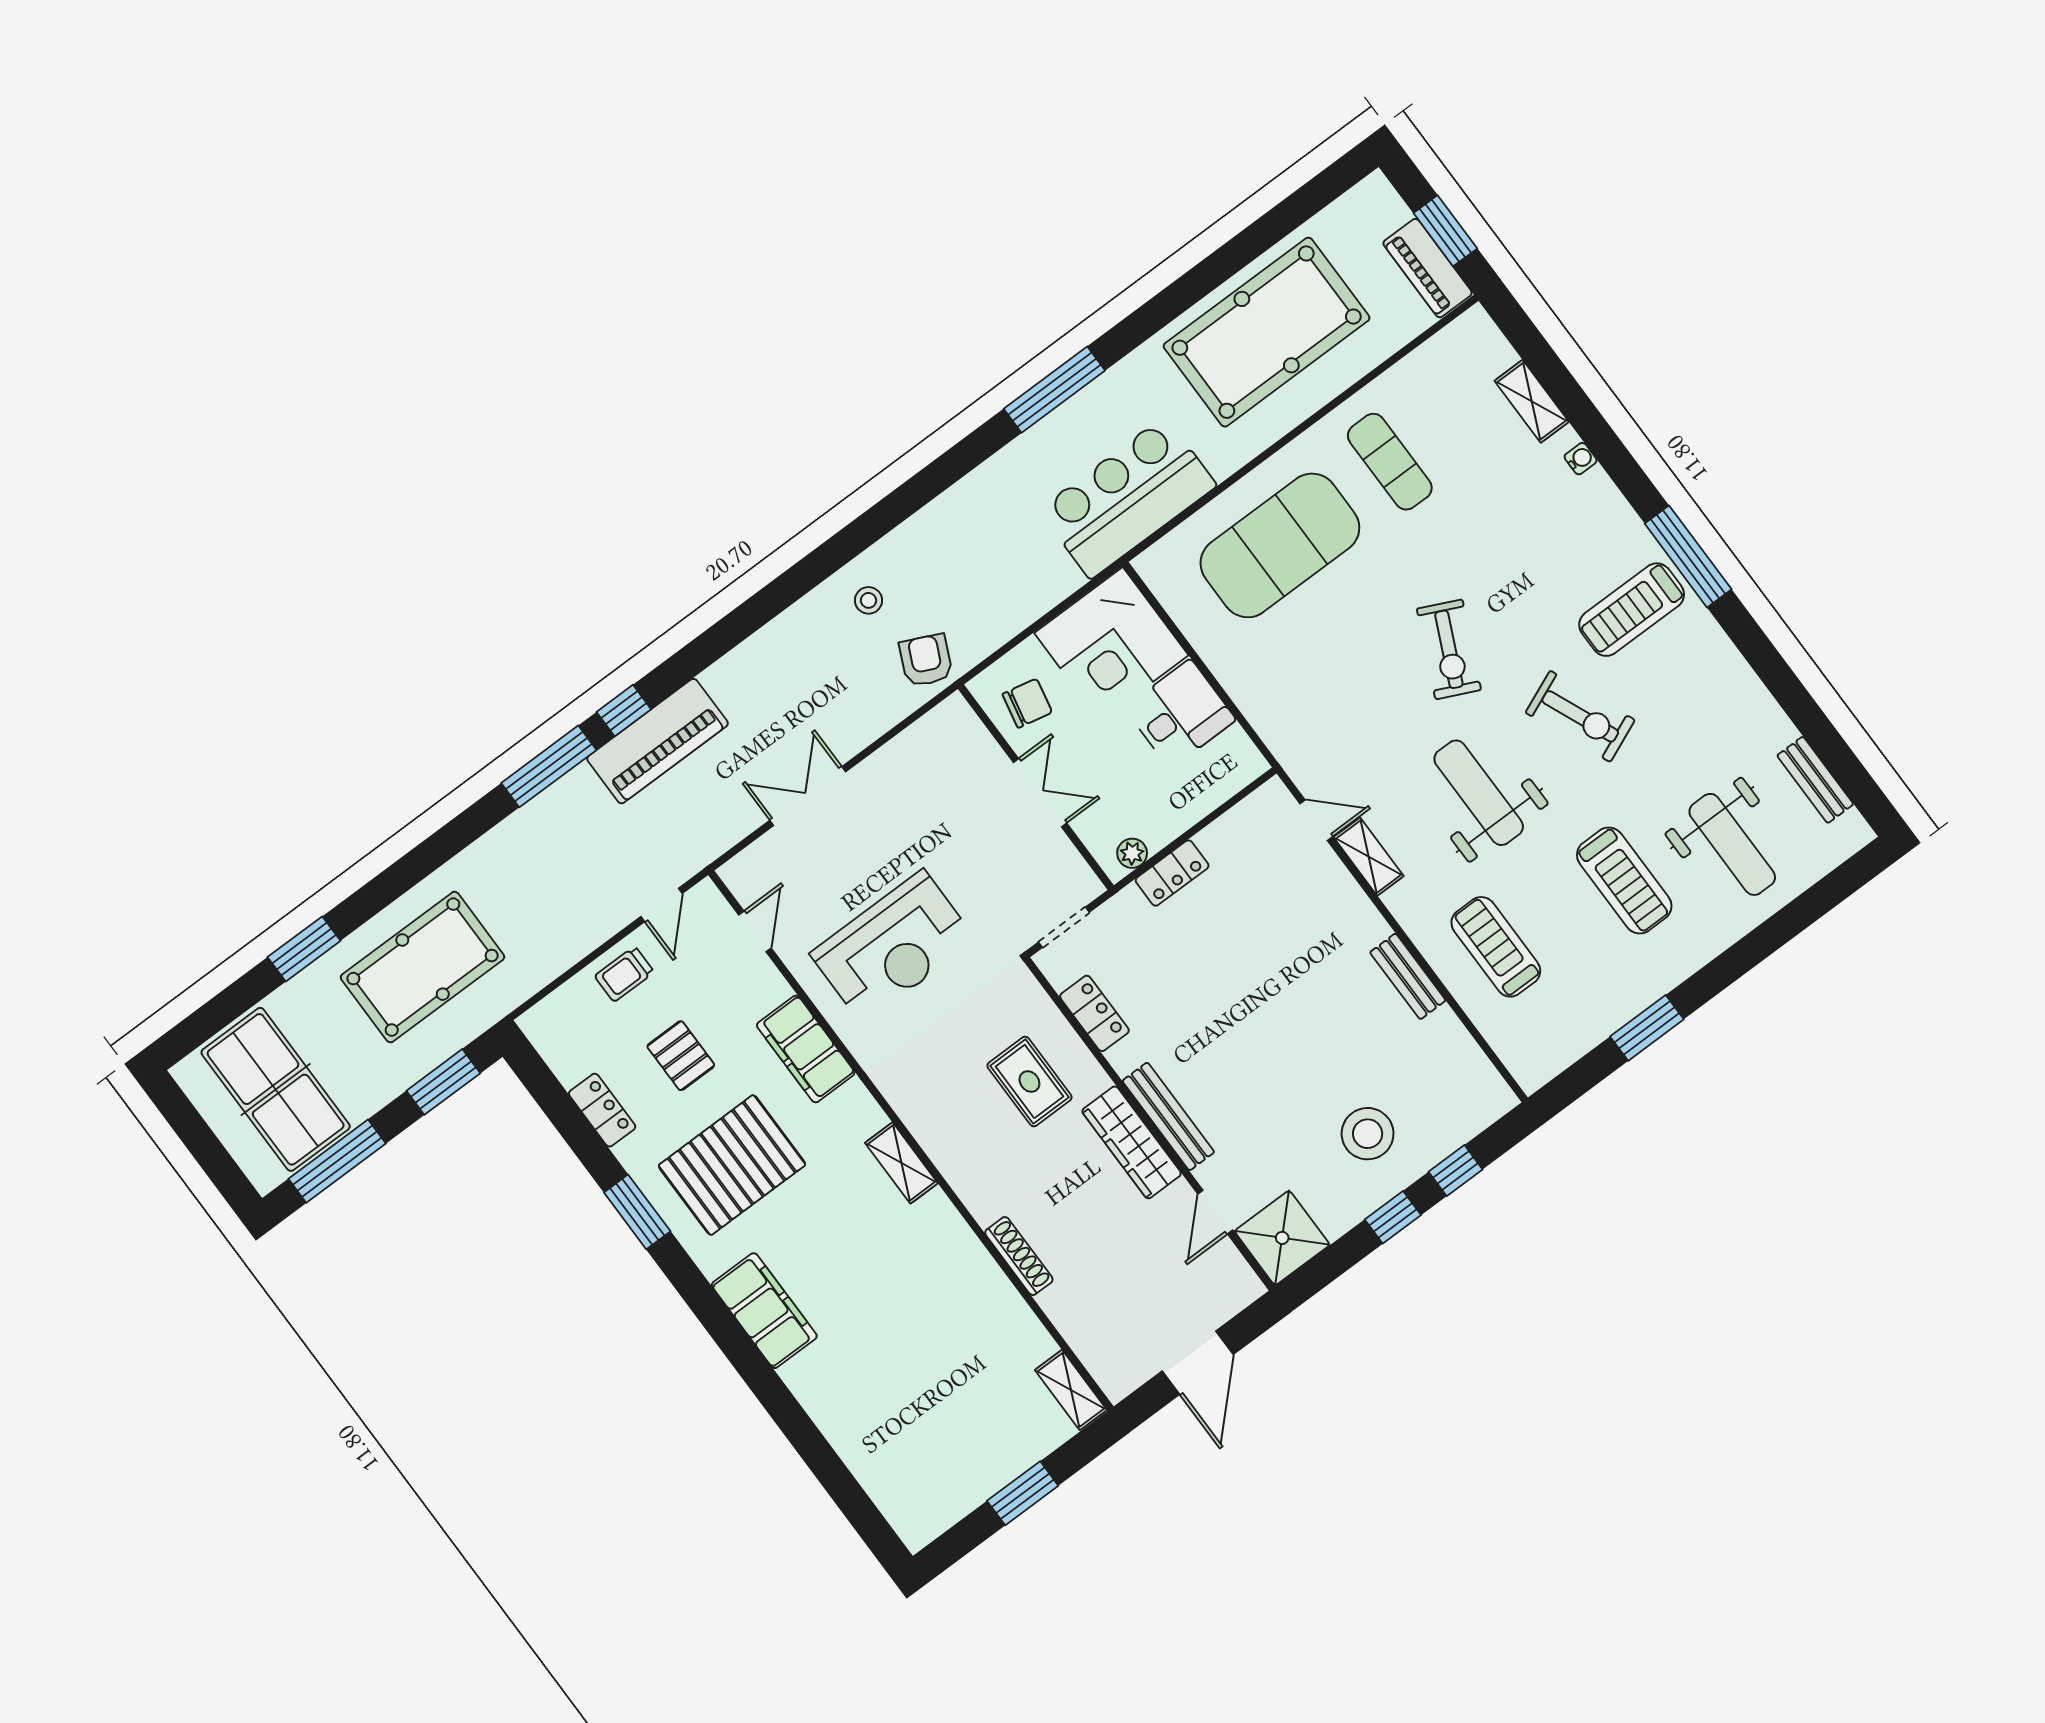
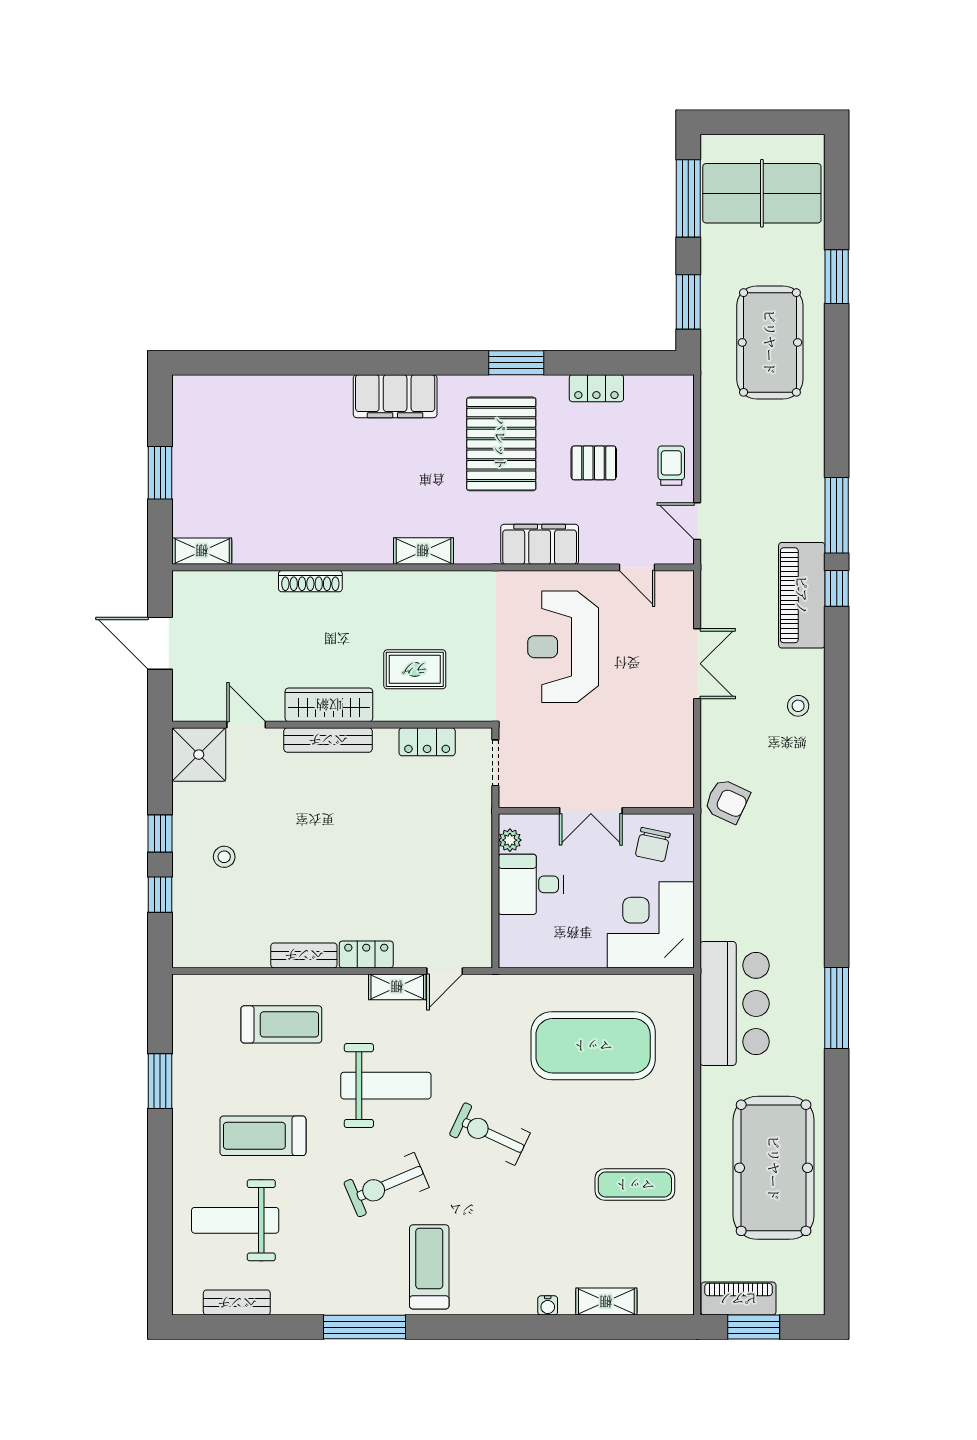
exercise mat: (1280, 545) -> (593, 1046), moved, turned 90
window: (1688, 556) -> (365, 1327), moved
stool: (869, 600) -> (798, 706), moved
desk: (1180, 714) -> (531, 884), moved, turned 90
locker: (1172, 873) -> (366, 954), moved, turned 90
stool: (1368, 1134) -> (224, 857), width x0.53, depth x0.53

